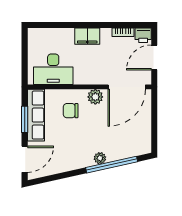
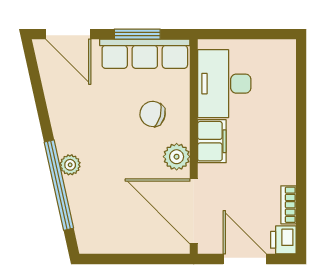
filing cabinet: (87, 36) -> (212, 141), moved, turned 180
chair: (71, 111) -> (153, 114), turned -75

